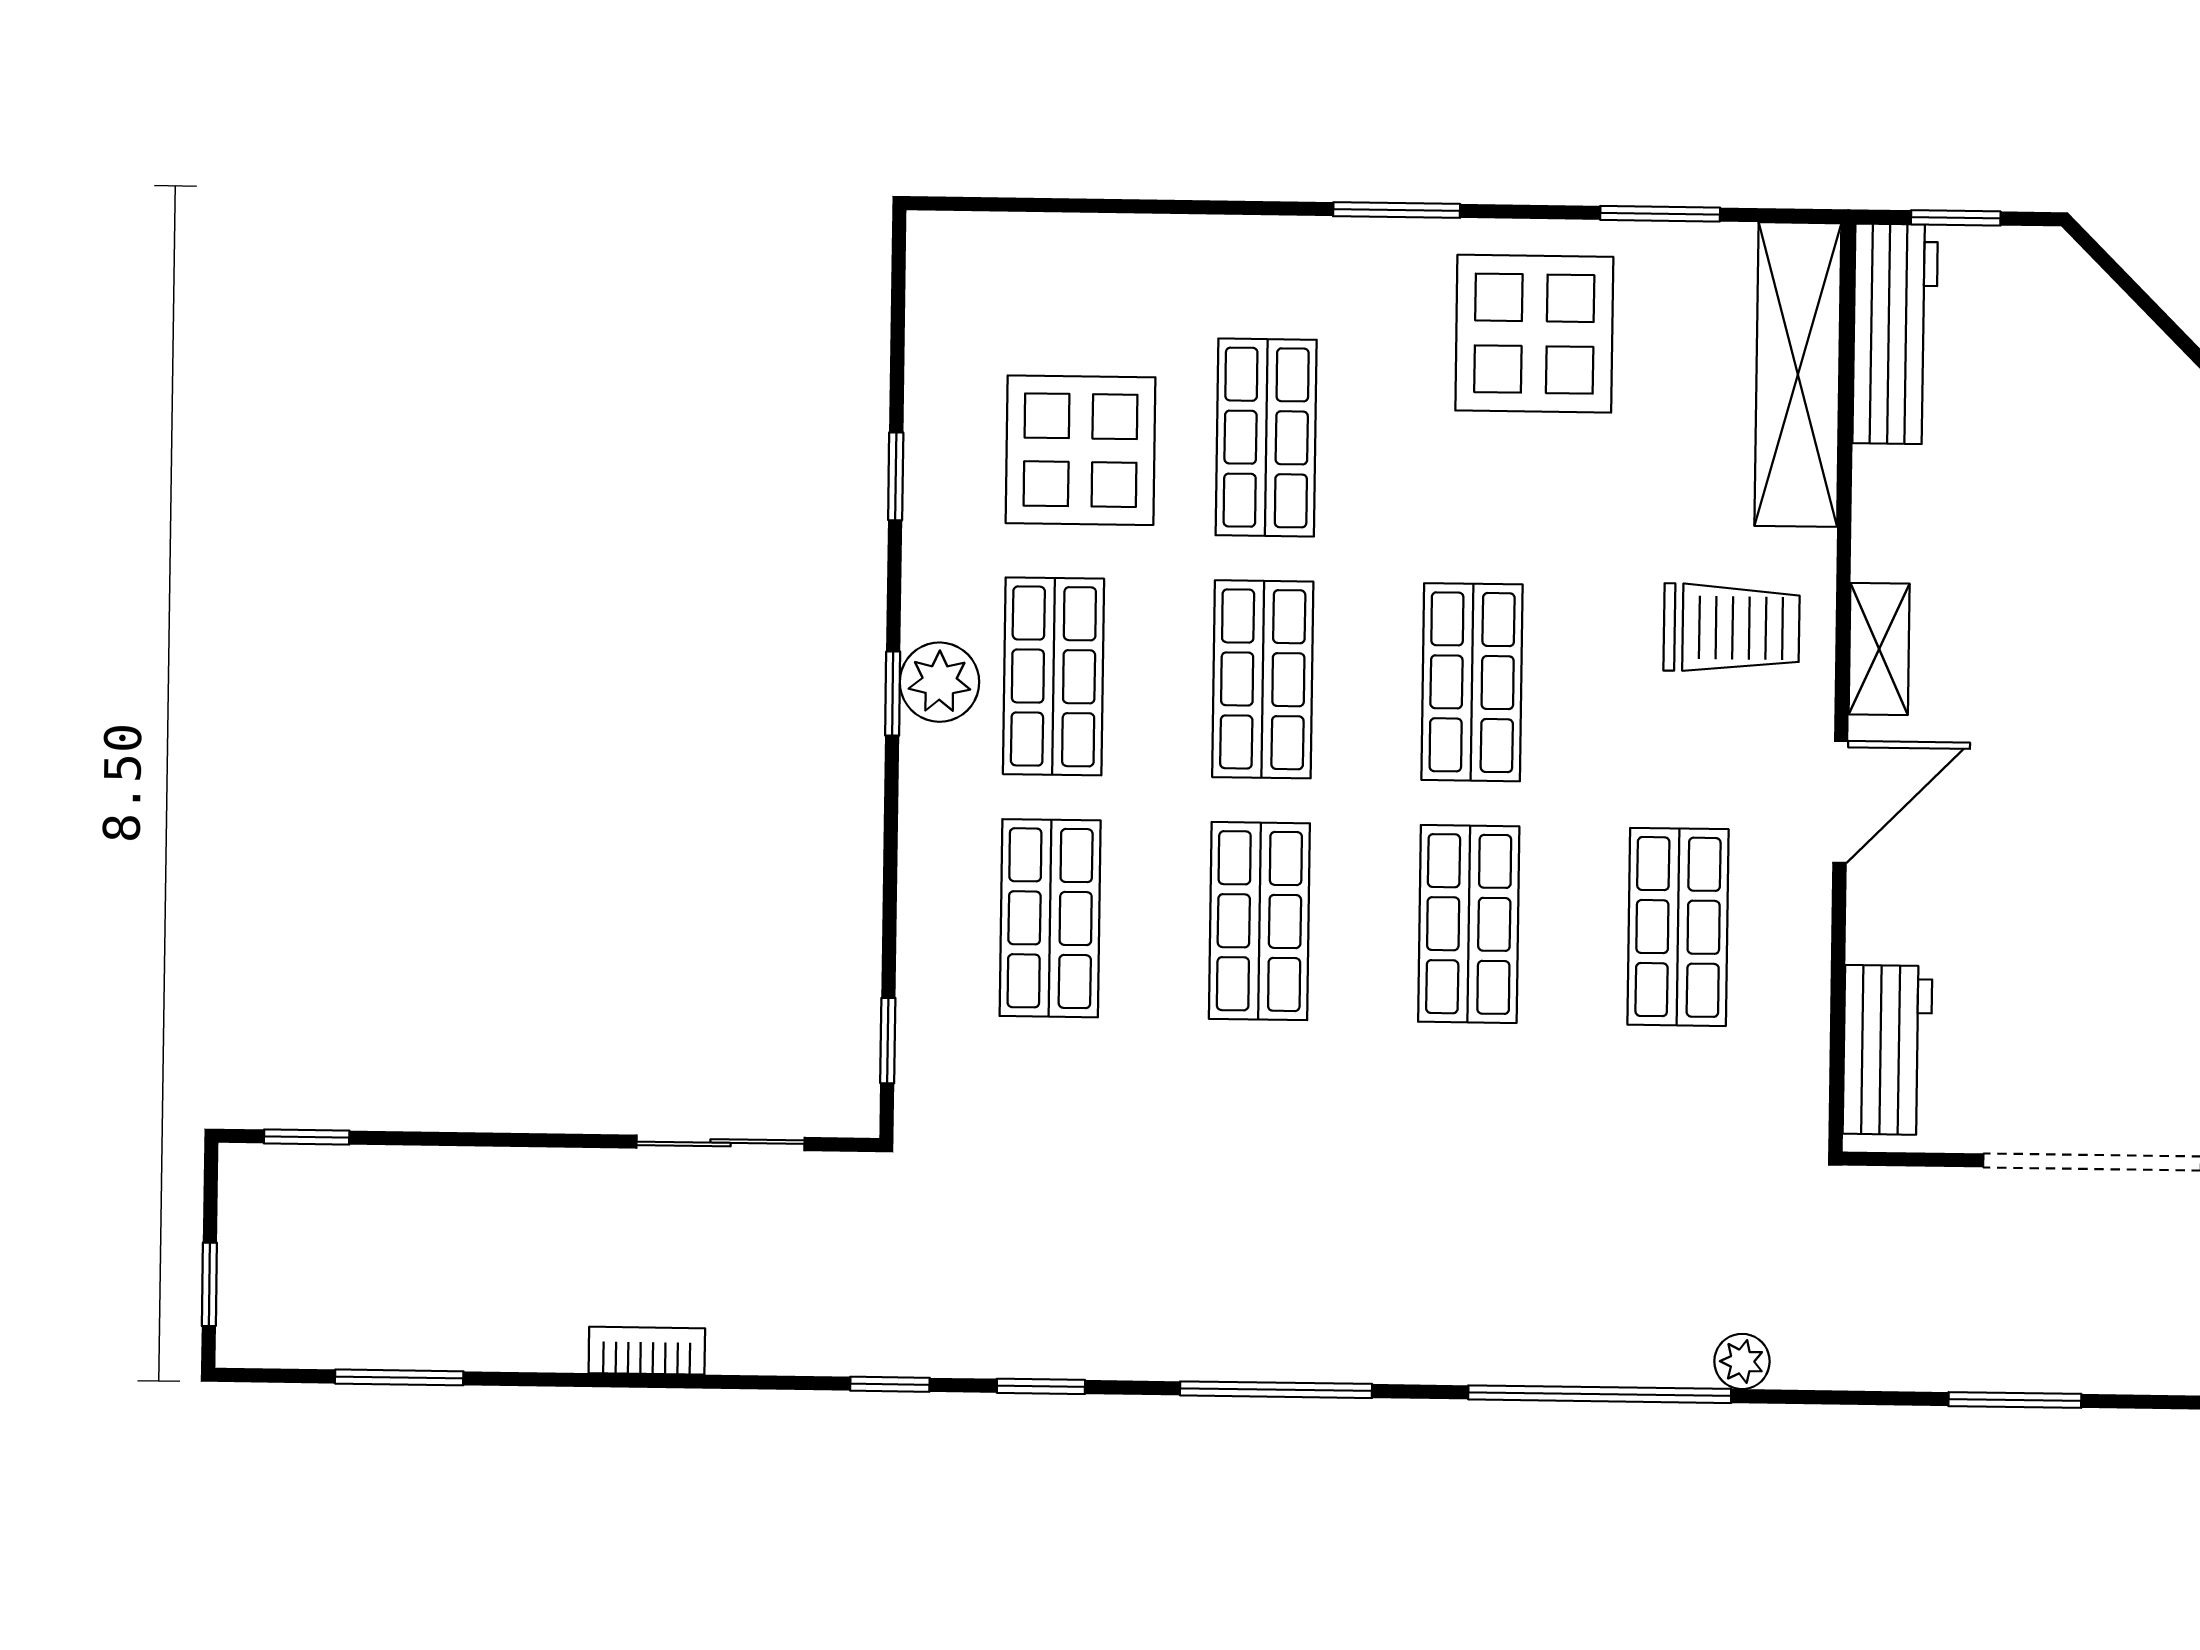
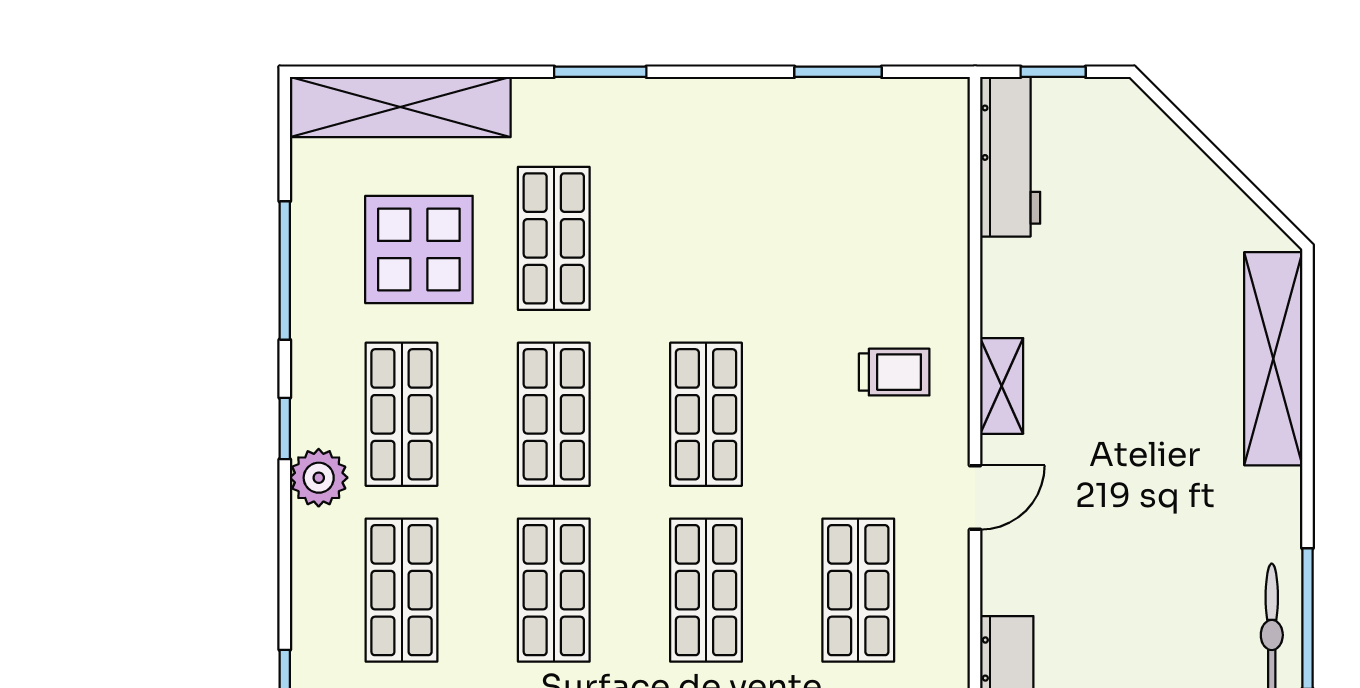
window: (1397, 210) -> (600, 72), moved
display table: (1534, 334) -> (748, 160), removed
shelving: (1798, 375) -> (400, 107), moved, turned 90
window: (896, 476) -> (285, 270), width x2.17
trolley: (1732, 628) -> (894, 372), width x0.73, depth x0.72
plant: (939, 682) -> (319, 478), moved
door: (1840, 802) -> (975, 497), width x0.73

